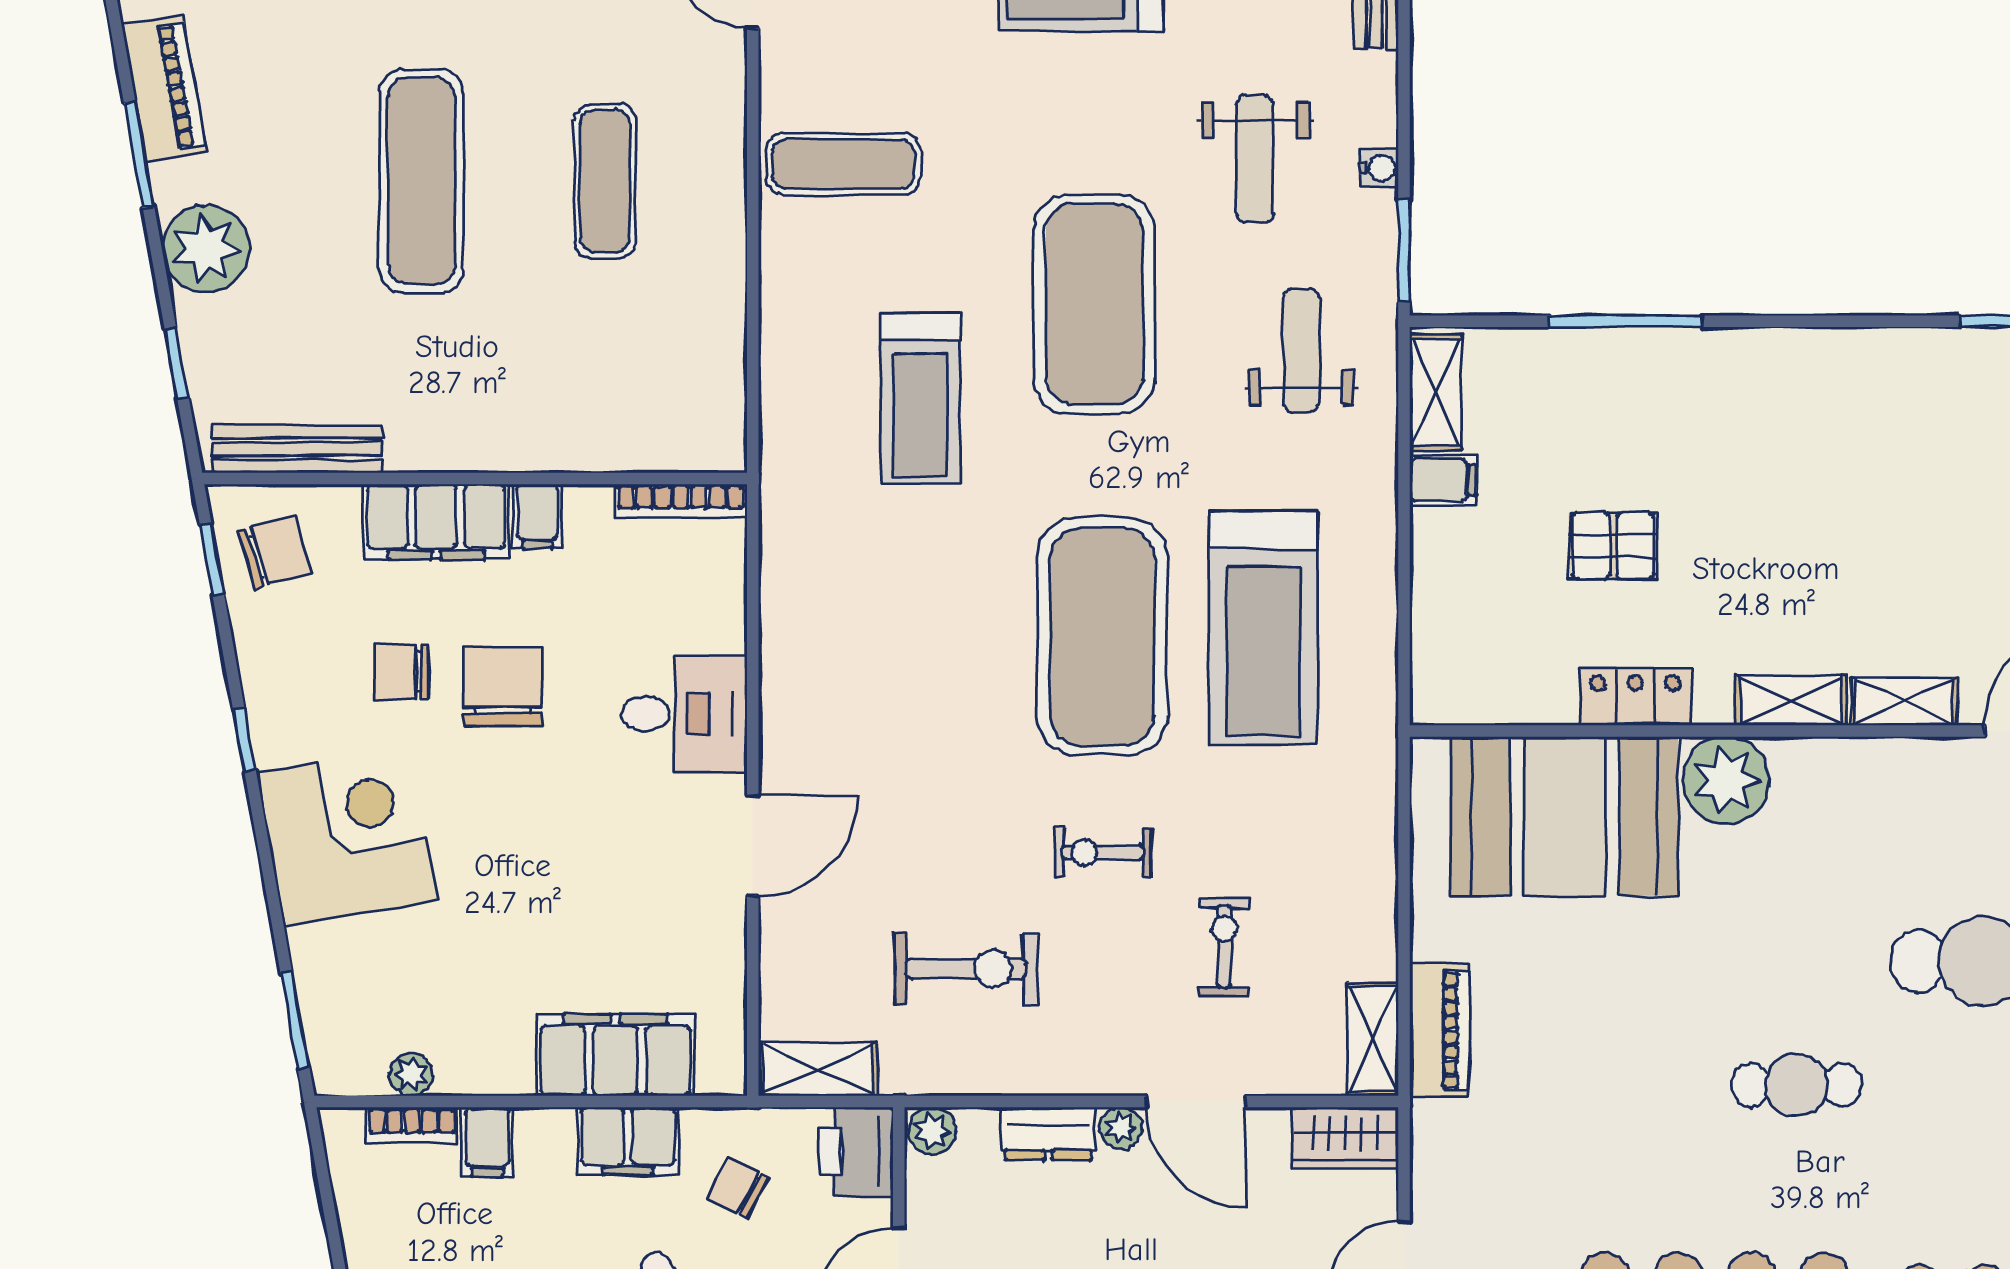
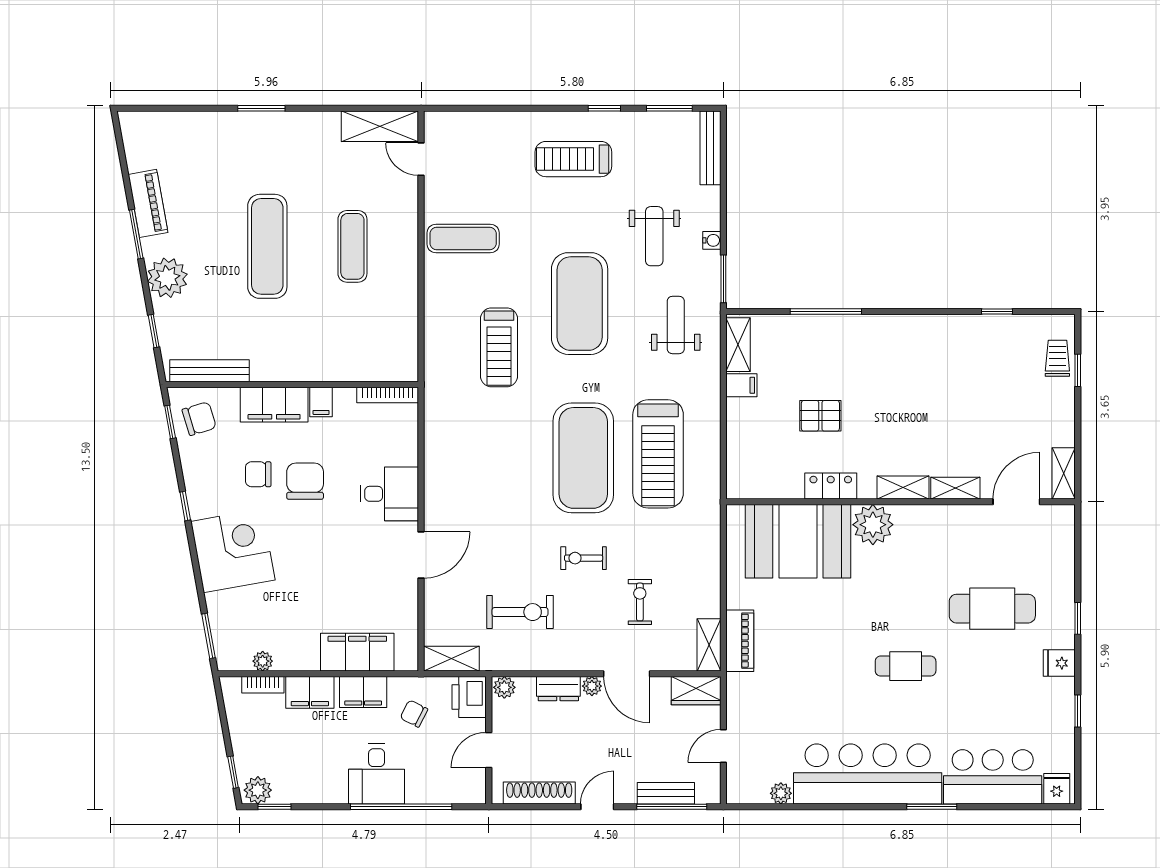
filing cabinet: (487, 1142) -> (310, 692), width x2.00

